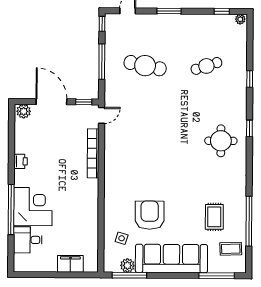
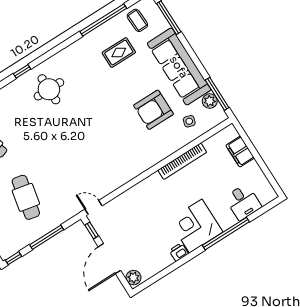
bookcase: (93, 153) -> (182, 161), moved
corner desk: (33, 207) -> (196, 226), moved

